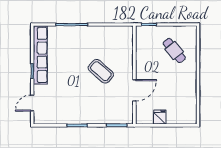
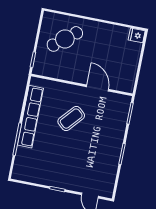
cafe table: (174, 51) -> (65, 39), width x1.37, depth x1.35
row of seats: (40, 55) -> (30, 117), moved, turned 90
fridge: (160, 117) -> (137, 35), moved

